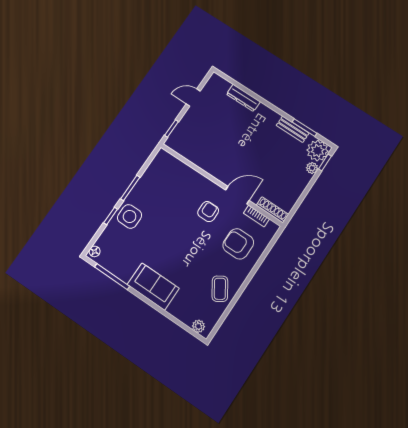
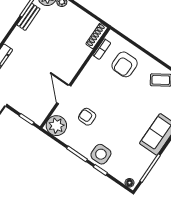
plant: (164, 163) -> (56, 126), added
door: (237, 195) -> (64, 94), moved
armchair: (208, 212) -> (87, 117), moved

